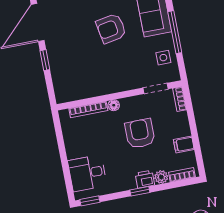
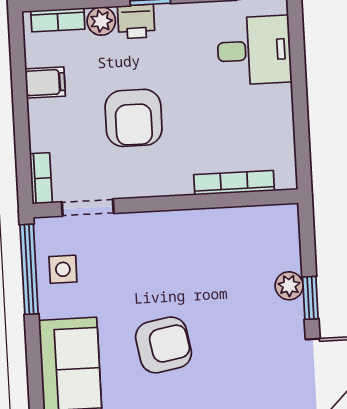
window: (175, 32) -> (29, 269), moved
plant: (56, 64) -> (289, 286), added
floor lamp: (114, 105) -> (180, 184), removed

